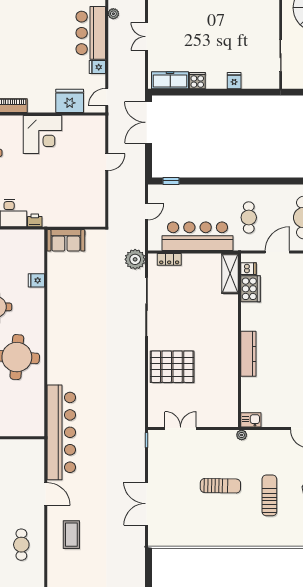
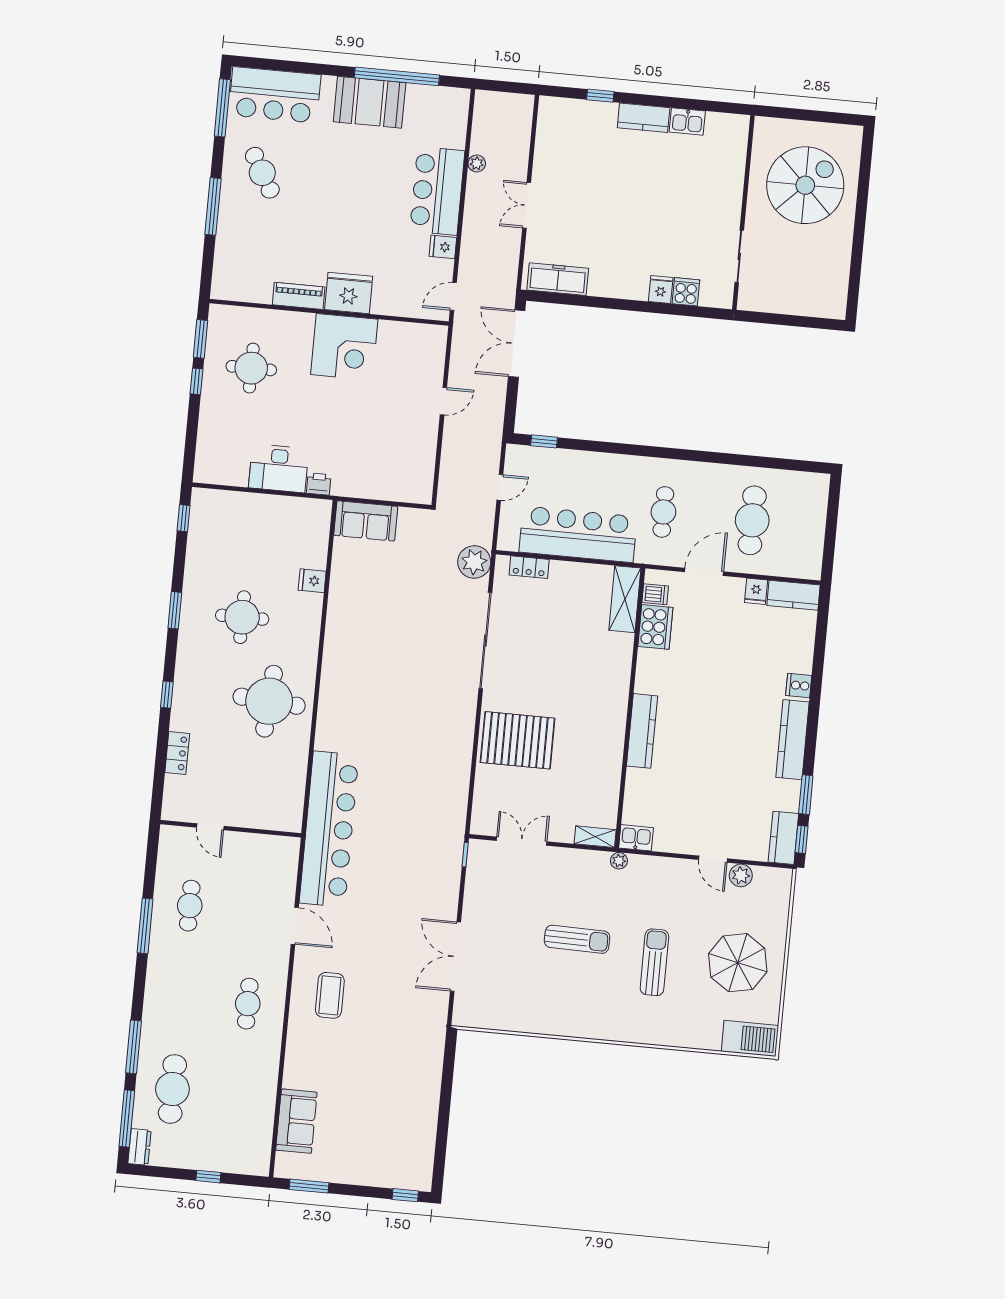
cooker: (197, 81) -> (686, 292), moved
fridge: (70, 101) -> (349, 293), moved
shelving: (226, 422) -> (595, 837), added

